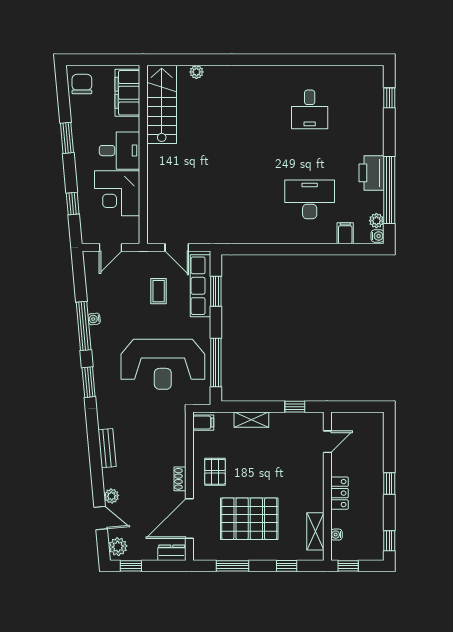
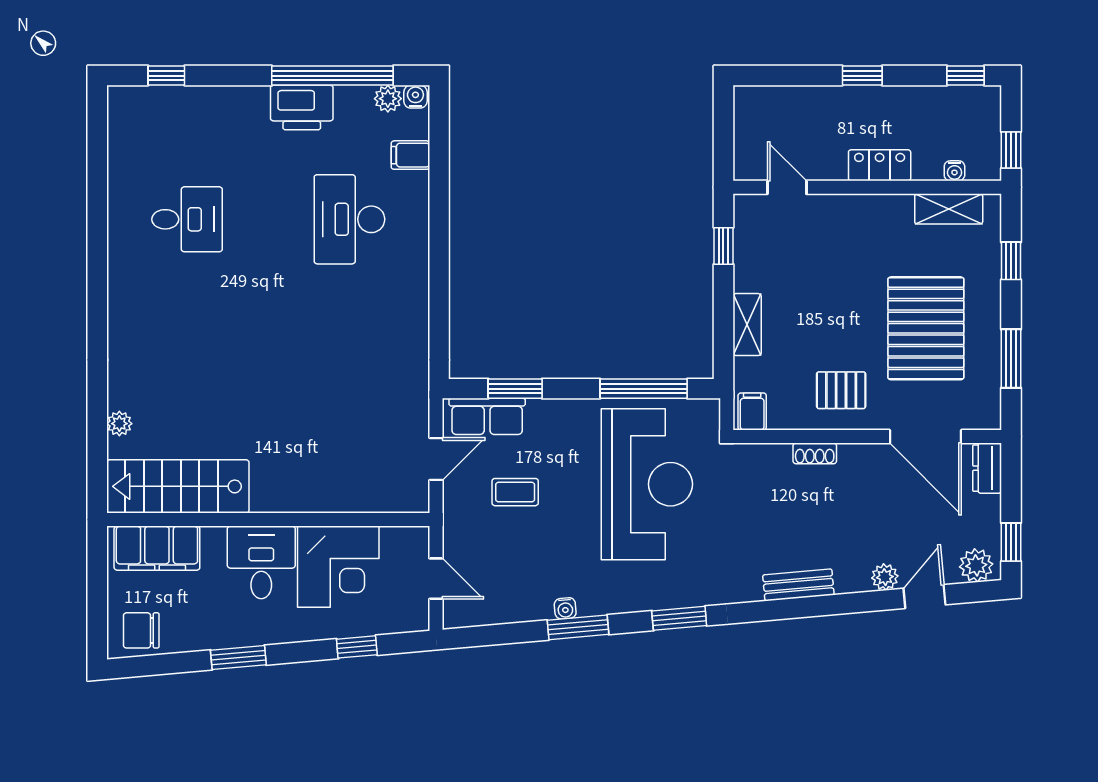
row of seats: (200, 286) -> (487, 416), width x0.68
window: (84, 326) -> (578, 627), width x0.69
shoe rack: (180, 479) -> (815, 453), moved

